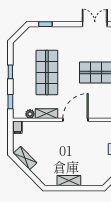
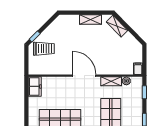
door: (76, 120) -> (84, 76), swing flipped
shelving: (25, 158) -> (117, 26), moved

